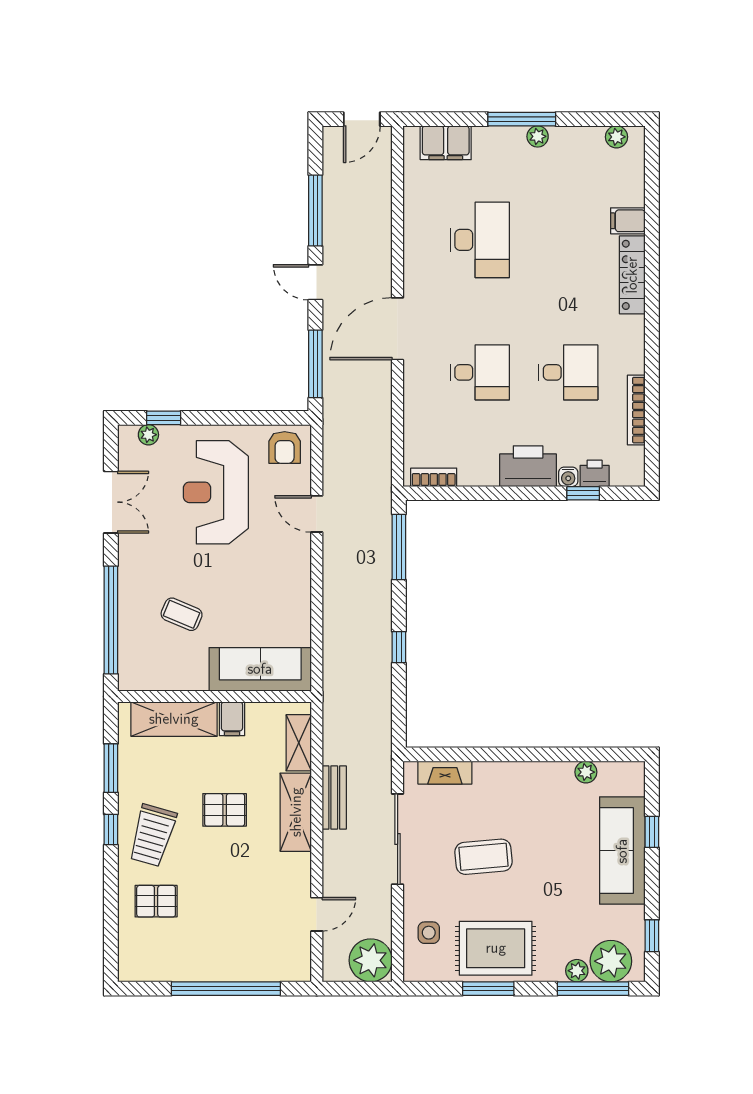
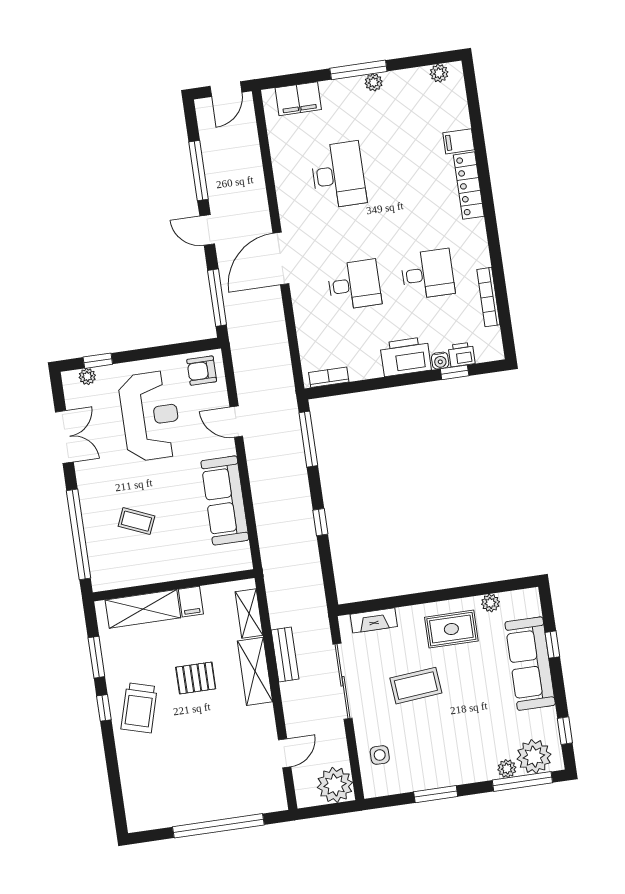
armchair: (285, 447) -> (202, 371), turned 90
reception desk: (216, 492) -> (150, 416), turned 180
sofa: (260, 669) -> (225, 500), moved, turned -90
pallet: (156, 901) -> (150, 762), removed
rug: (496, 948) -> (451, 629), moved, width x0.73, depth x0.70

